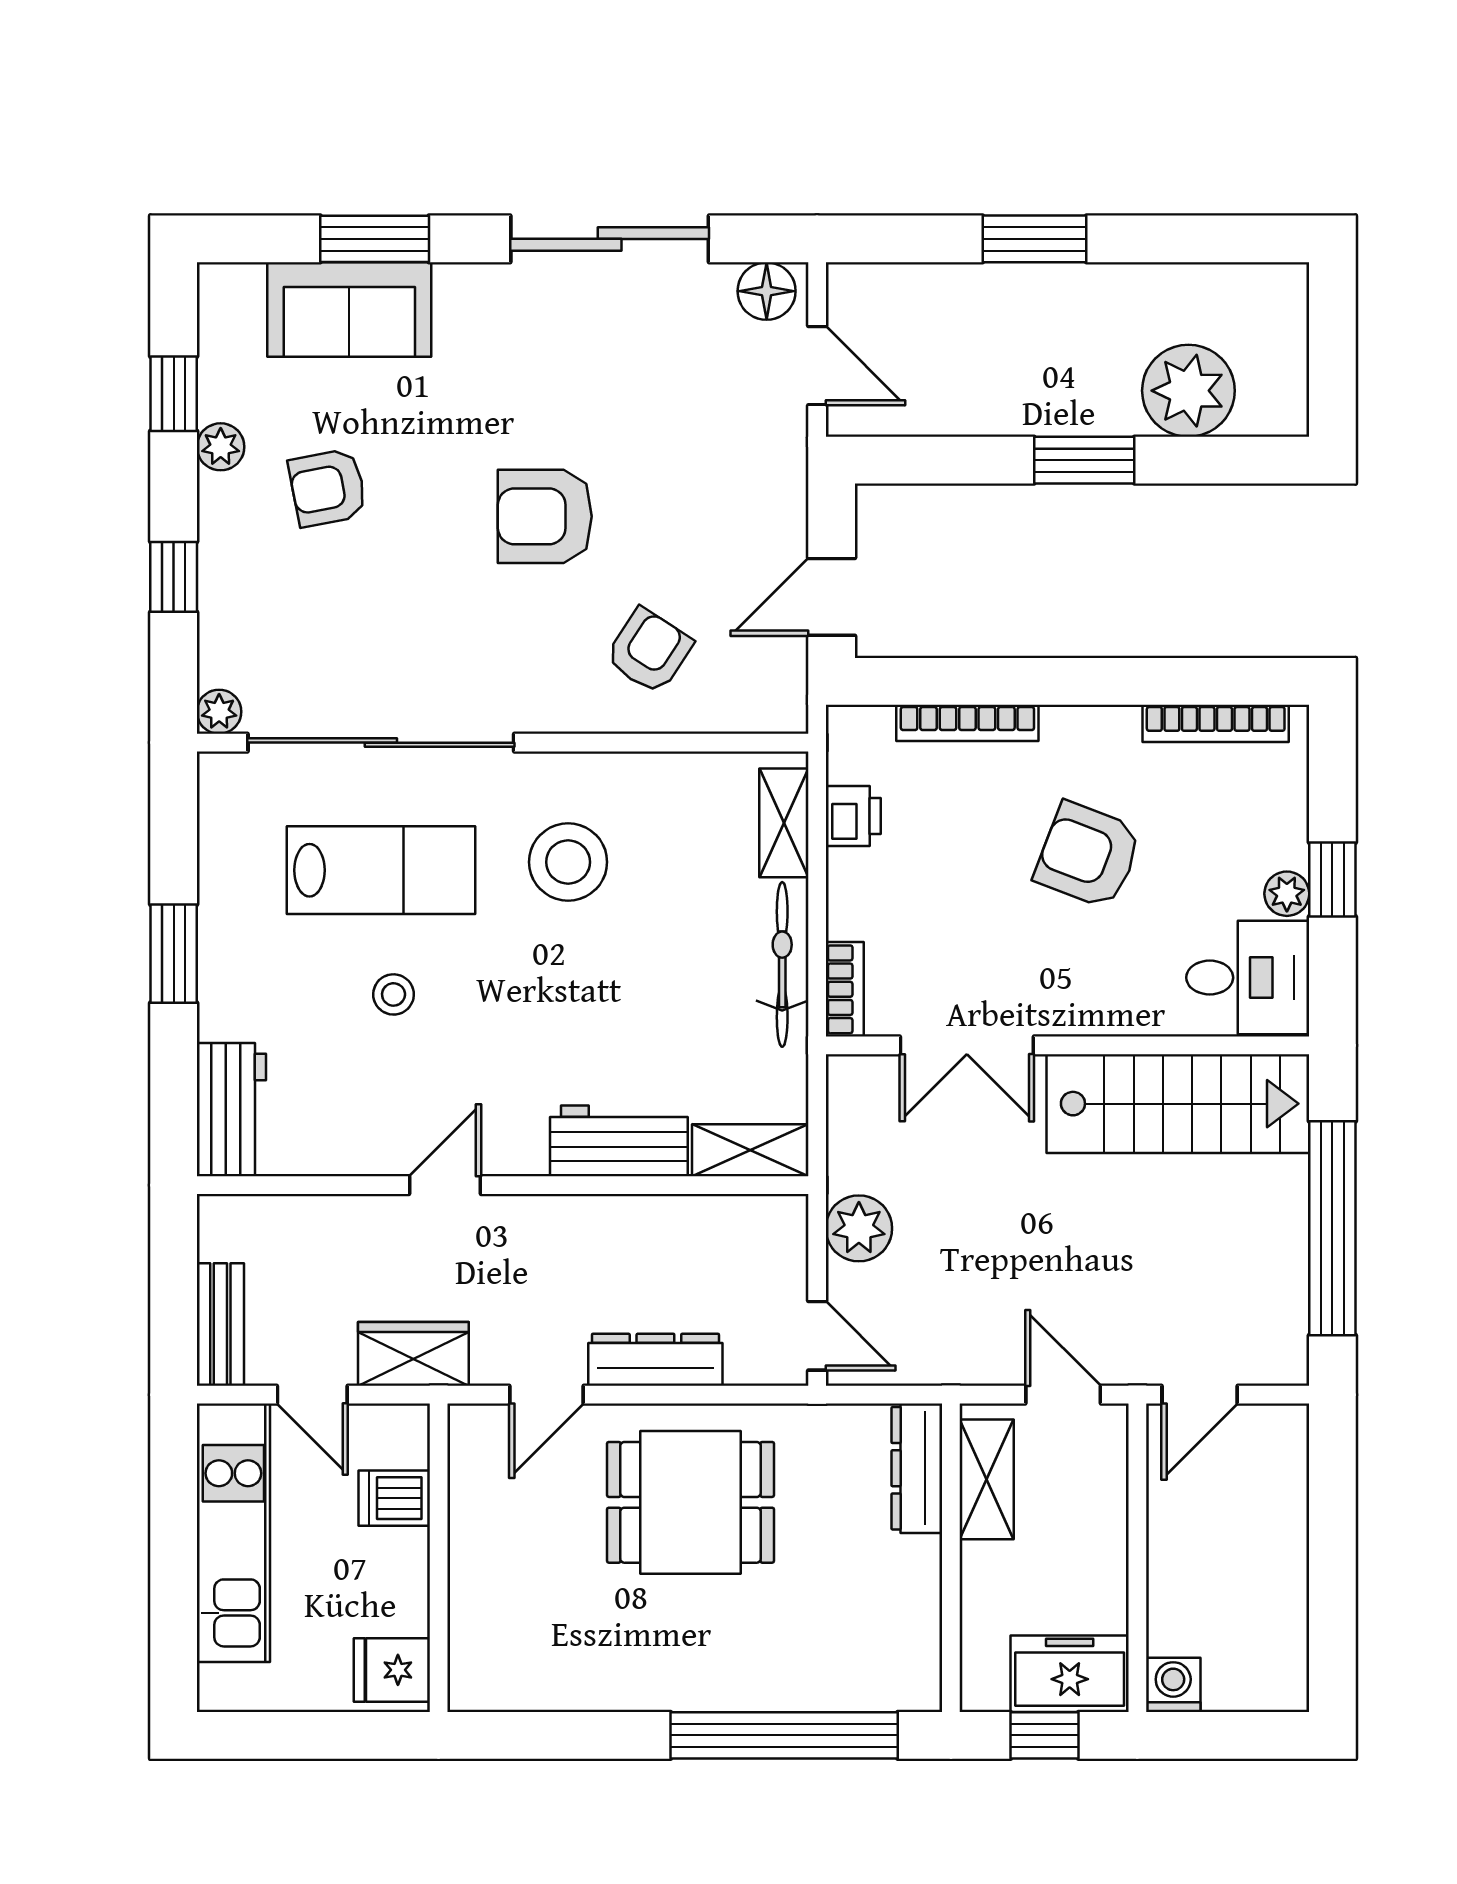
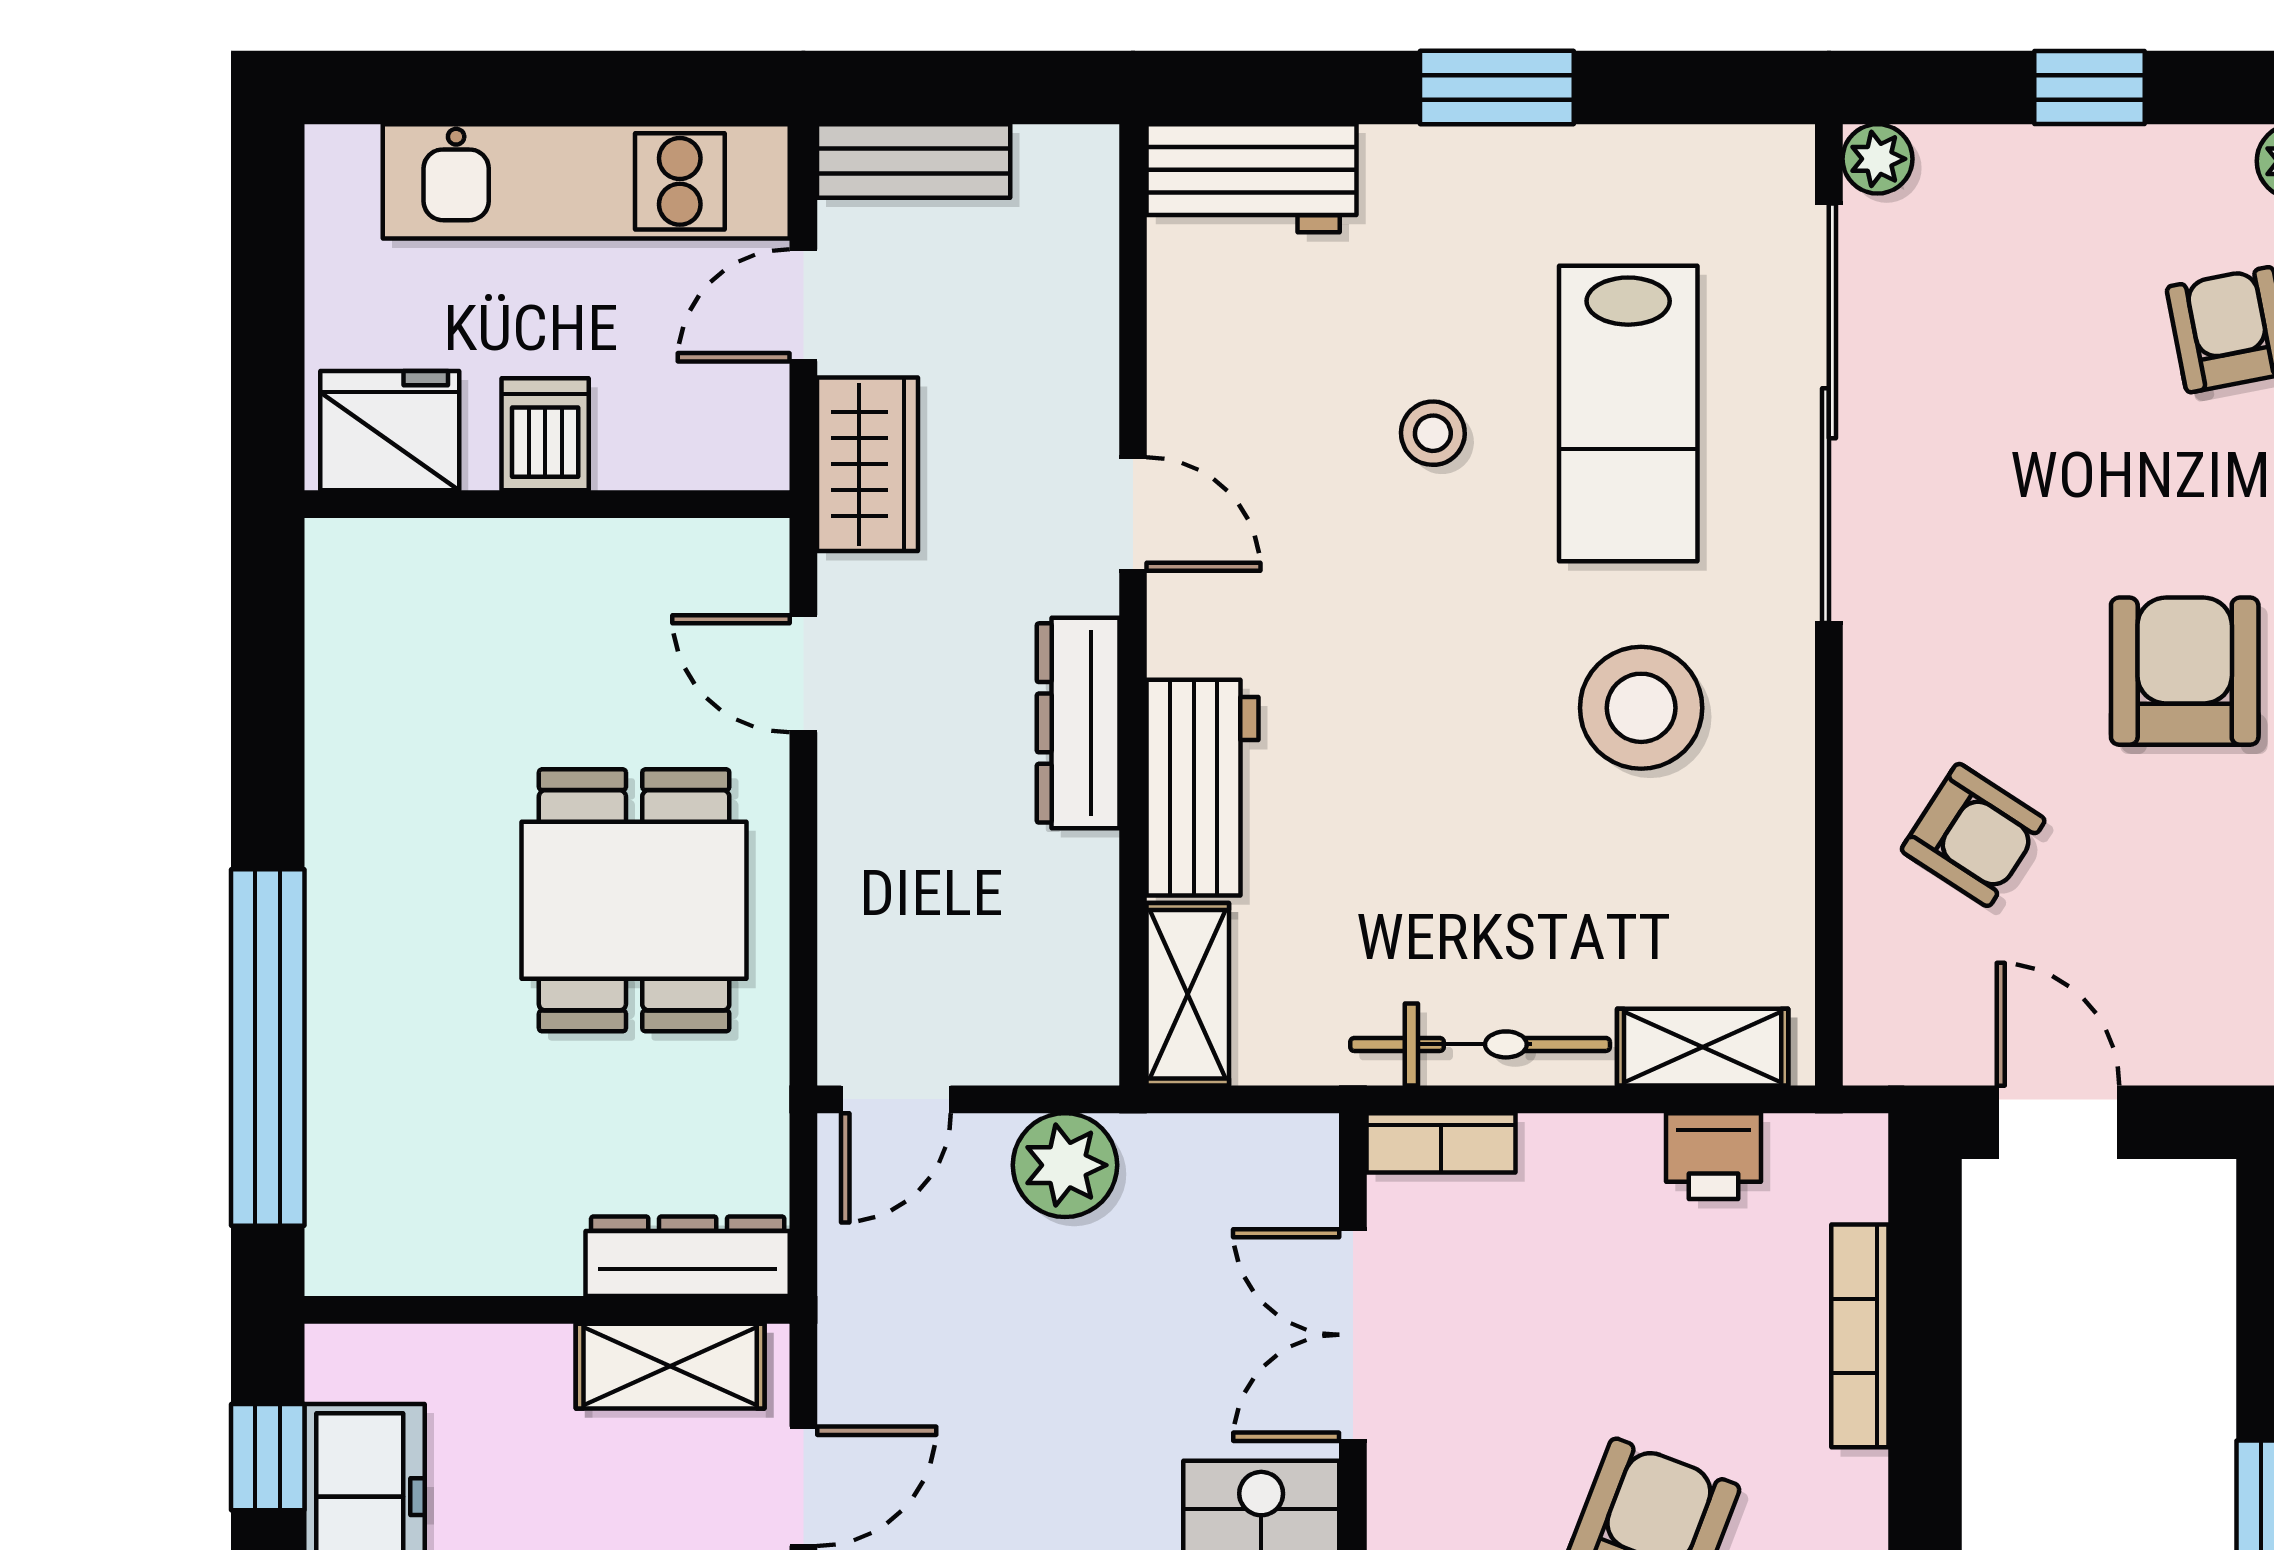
dresser: (655, 1360) -> (1078, 723), moved, turned 180
dishwasher: (394, 1498) -> (545, 434), moved
fridge: (392, 1670) -> (390, 431), width x1.38

